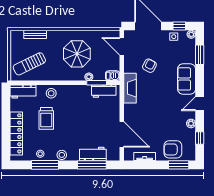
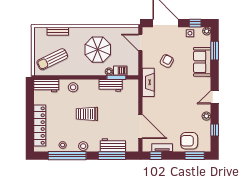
barbecue: (113, 76) -> (120, 71), moved
sofa: (187, 79) -> (202, 62), moved
workbench: (104, 91) -> (111, 85), moved
trolley: (46, 118) -> (87, 114), moved, turned 90
window: (45, 165) -> (67, 156), width x1.46
window: (138, 165) -> (156, 156), added

